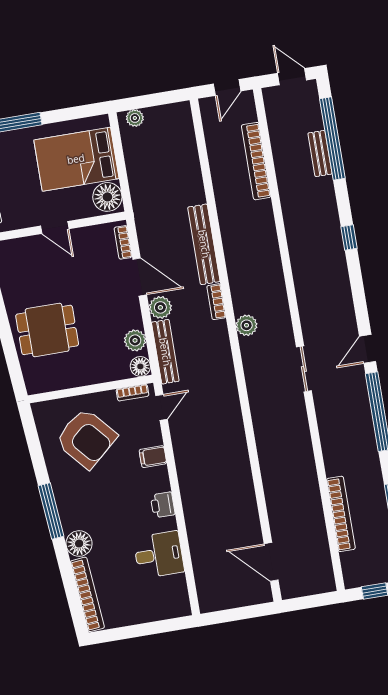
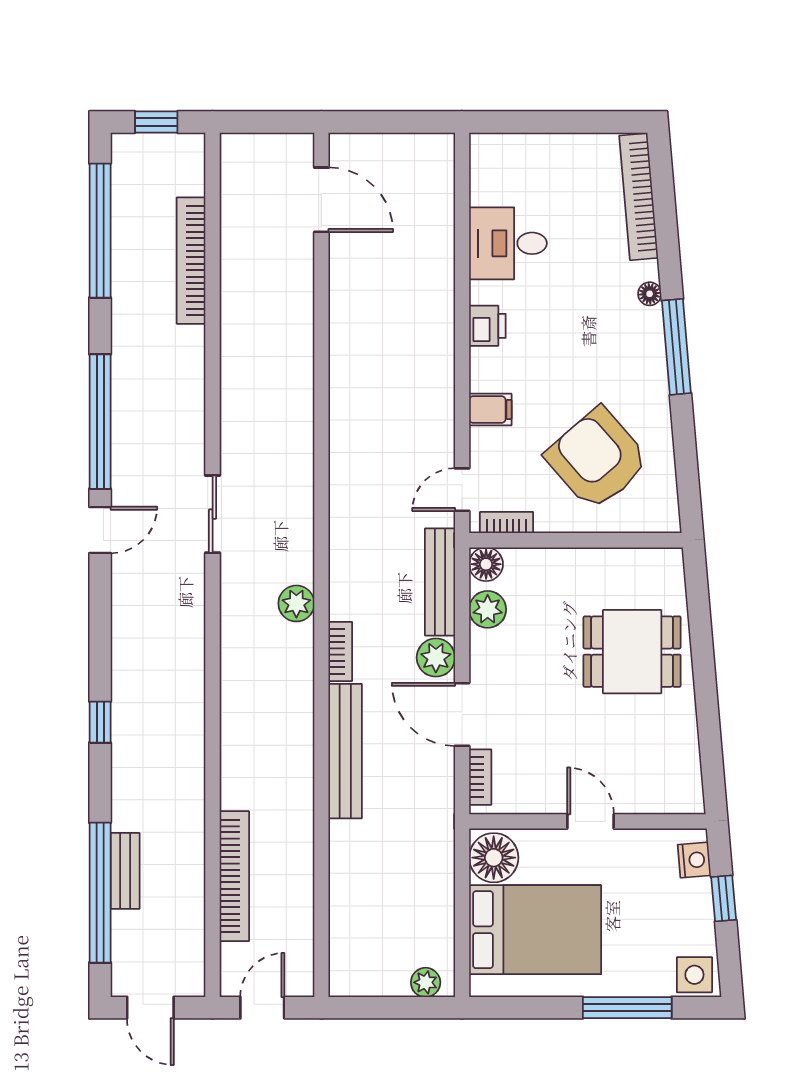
floor lamp: (79, 544) -> (650, 294), width x0.53, depth x0.53

